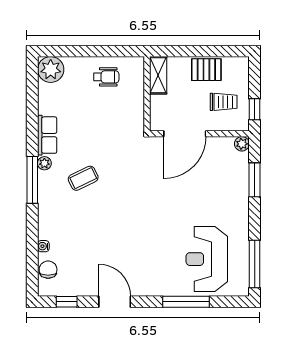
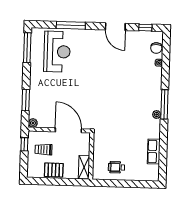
plant: (51, 69) -> (151, 173), removed
door: (185, 134) -> (68, 130), hinge flipped
row of seats: (47, 135) -> (154, 152), moved
coffee table: (83, 178) -> (133, 104), removed

